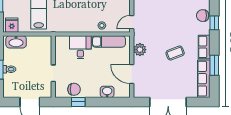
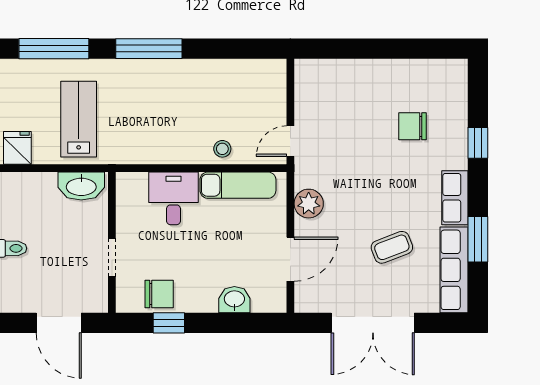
chair: (203, 16) -> (413, 126), moved
washbasin: (16, 42) -> (81, 186), moved
coffee table: (175, 53) -> (392, 247), moved
door: (132, 74) -> (290, 259), swing flipped

